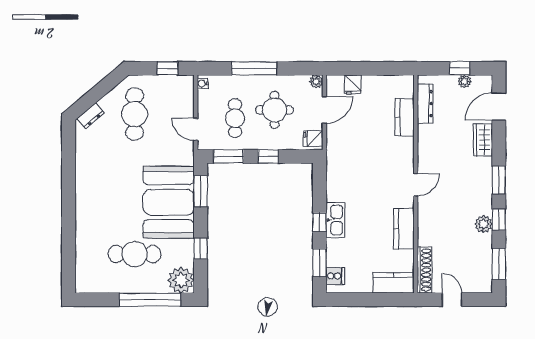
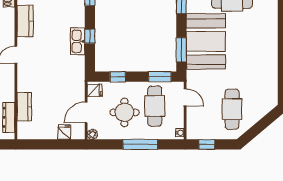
dresser: (91, 116) -> (266, 108), removed
cafe table: (235, 118) -> (155, 106), width x1.37, depth x1.35
window: (268, 156) -> (118, 77), moved
kitchen sink: (335, 220) -> (78, 41), moved
window: (320, 222) -> (90, 36), moved

